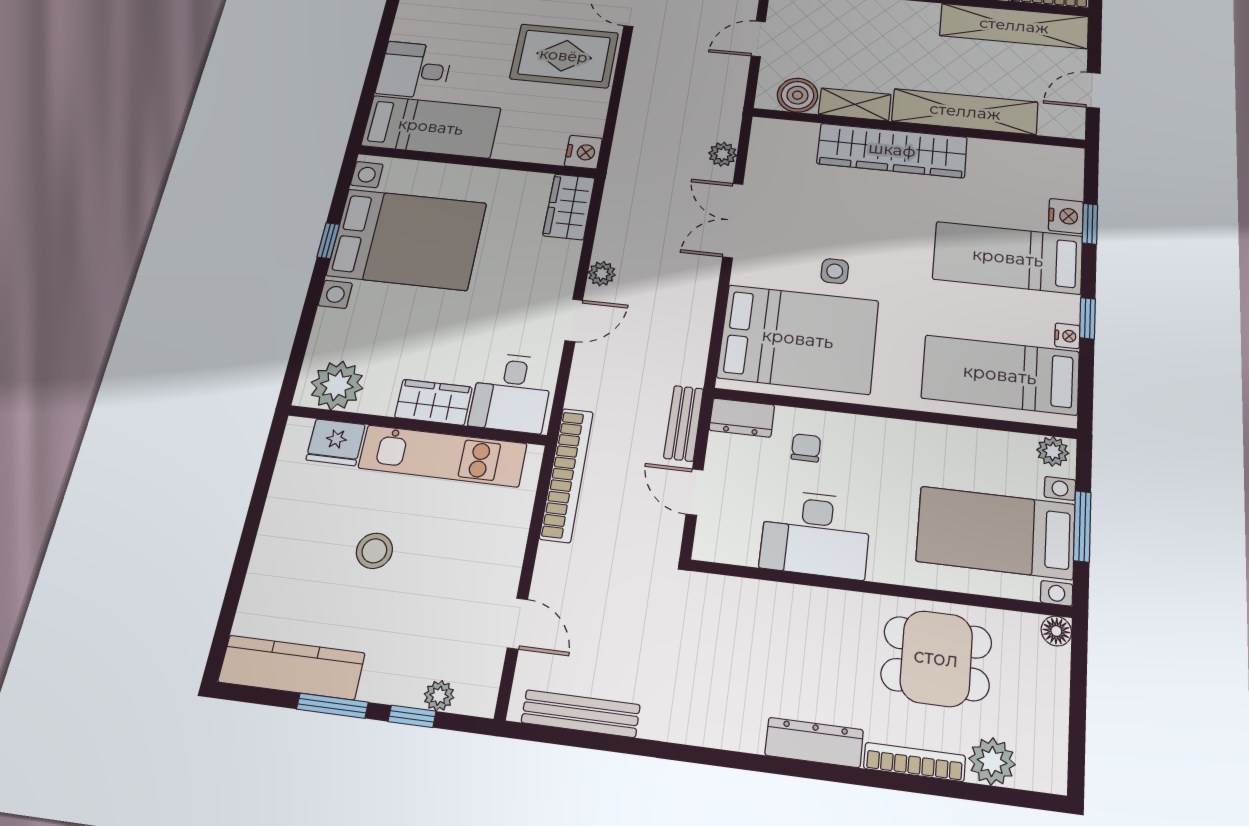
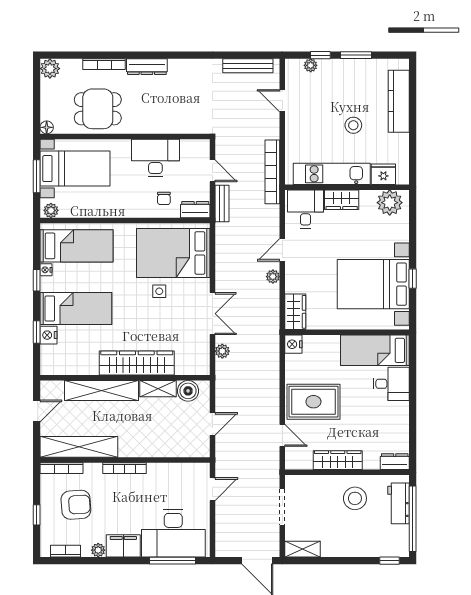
kitchen counter: (291, 667) -> (399, 101), moved, turned 90
plant: (992, 761) -> (50, 69), moved

